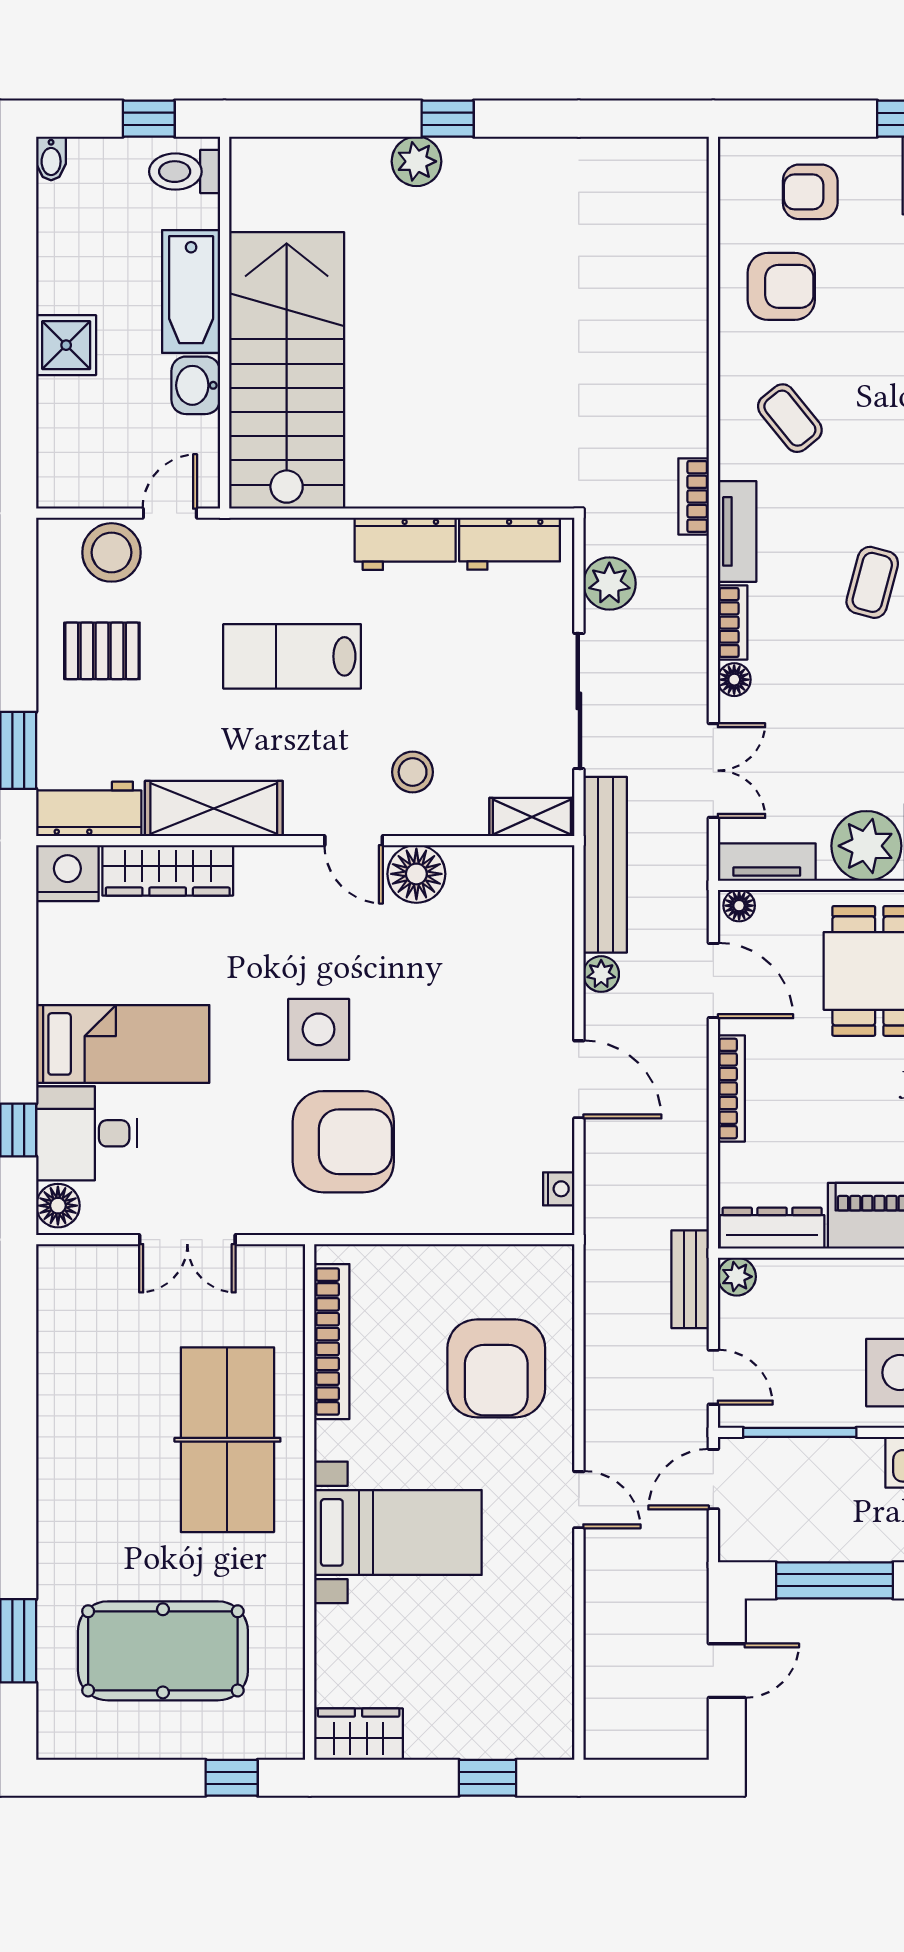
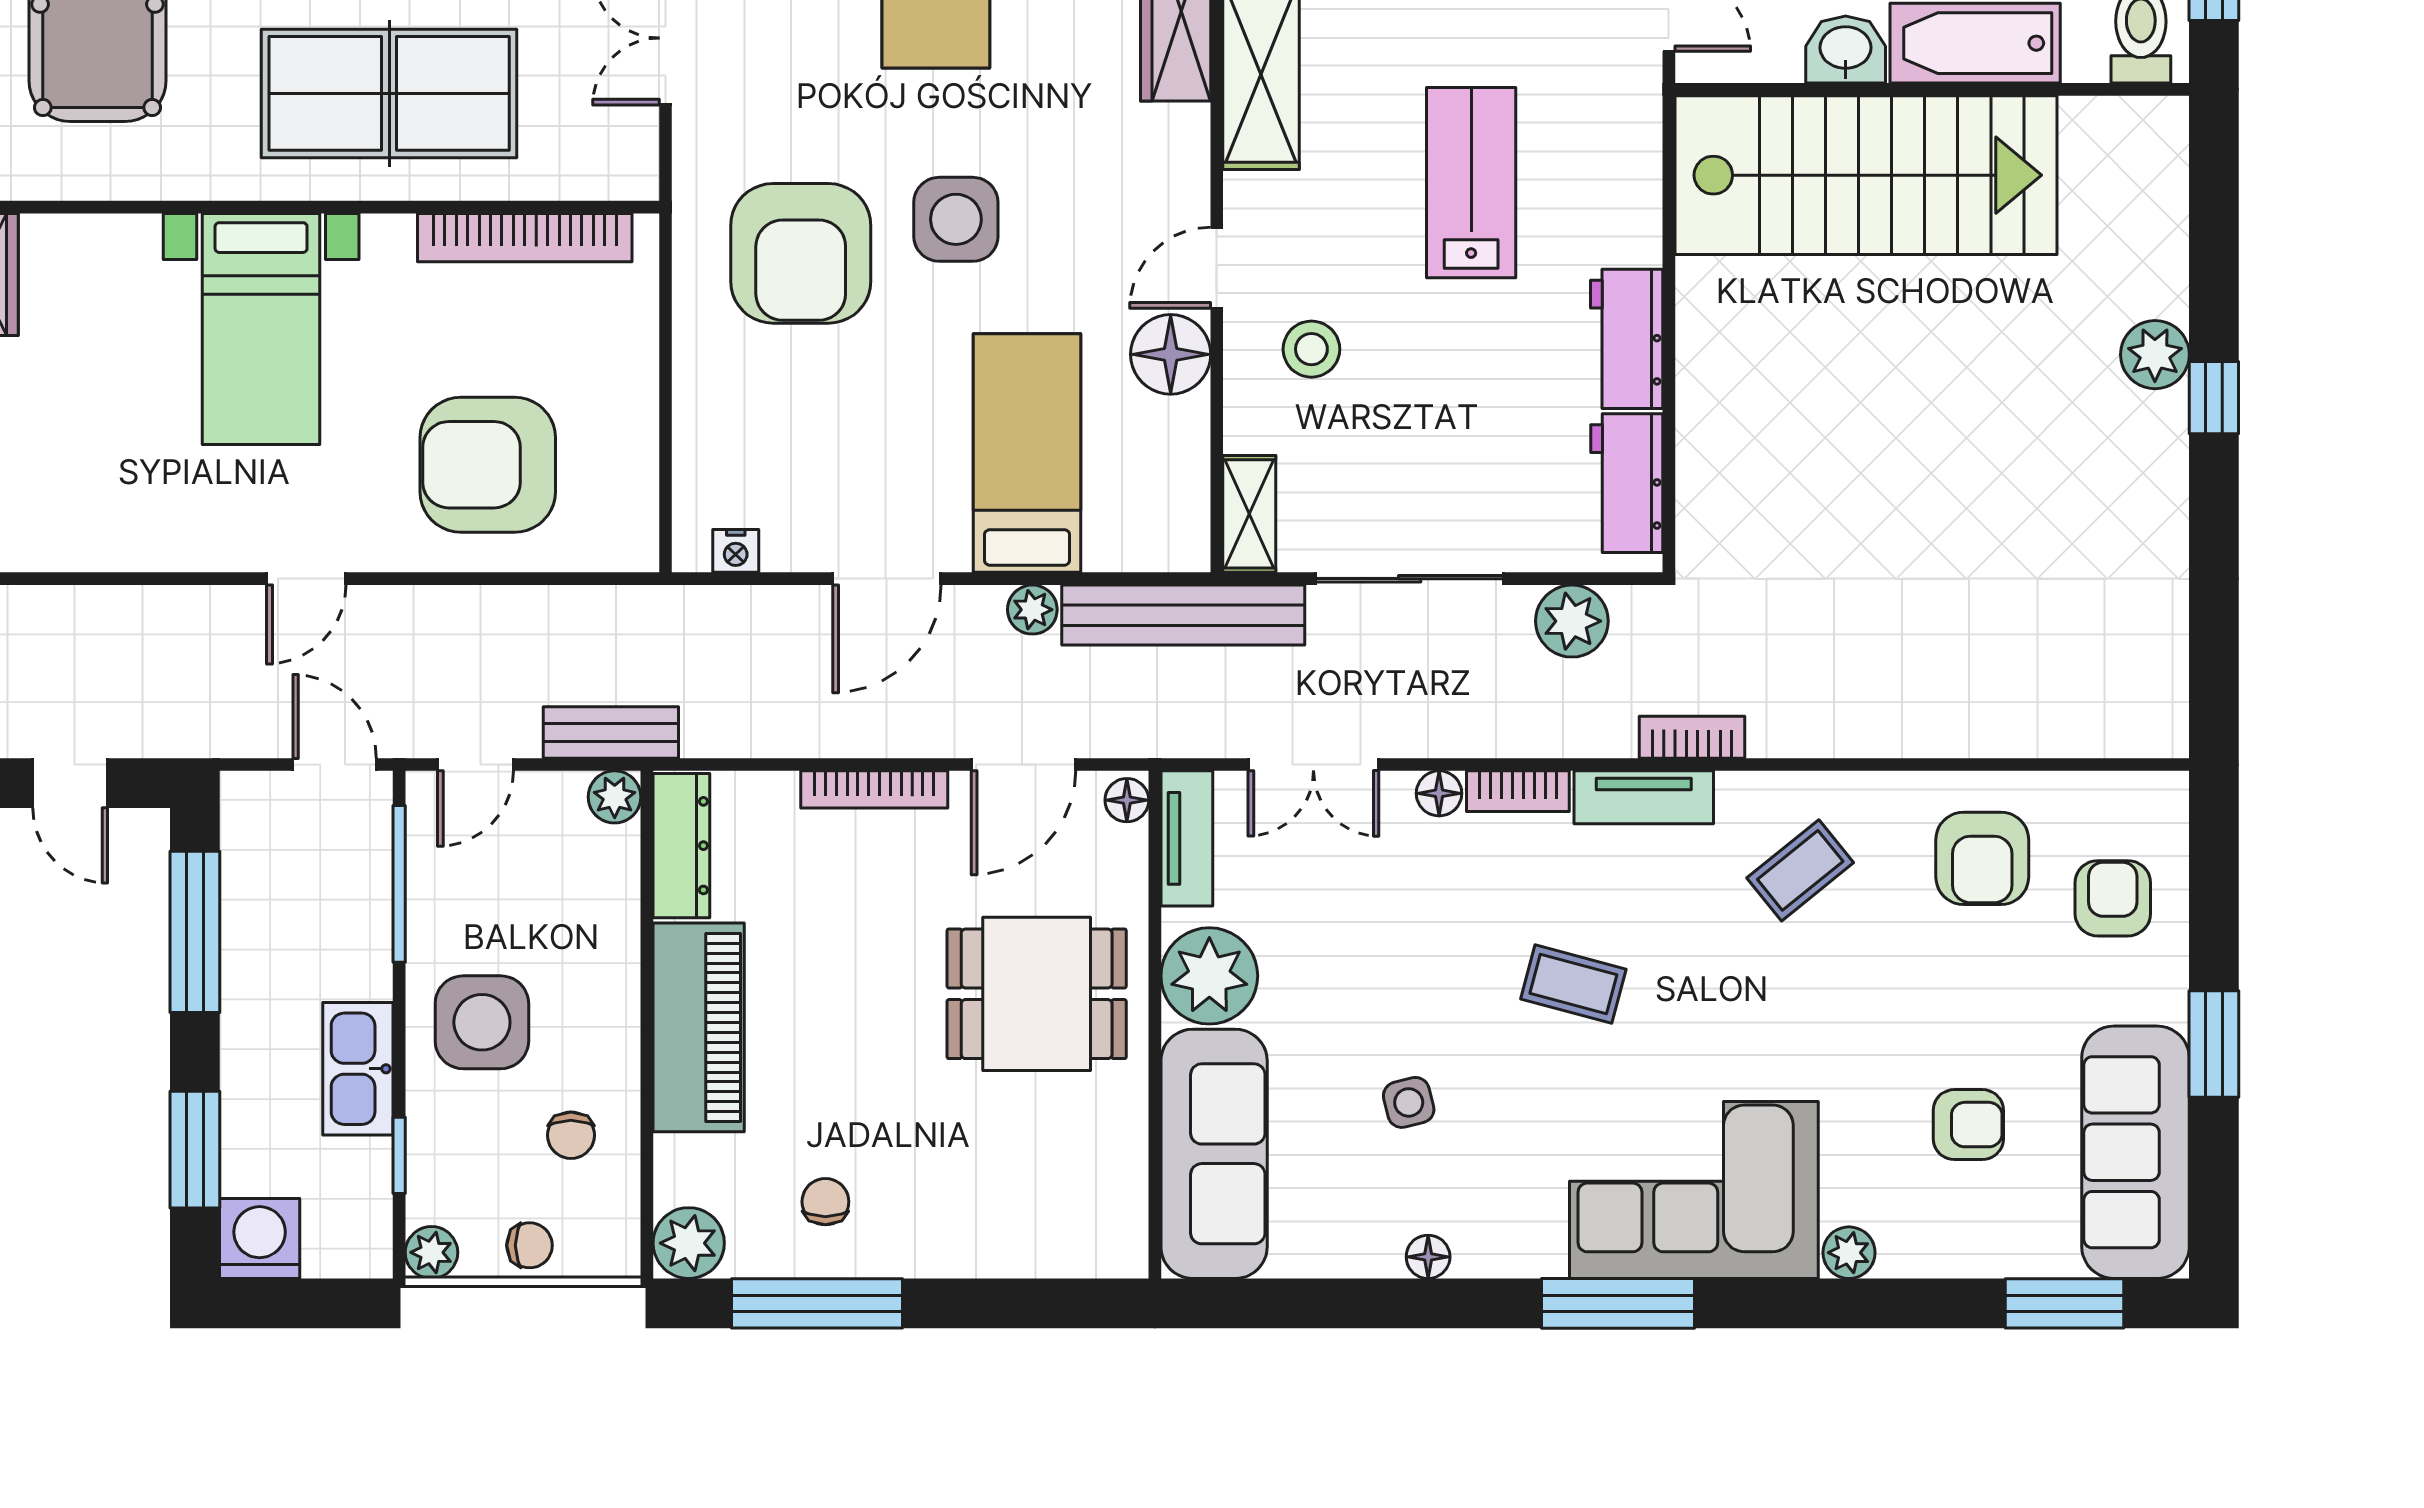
bed: (488, 978) -> (1027, 453), added

